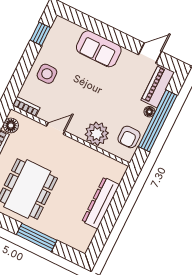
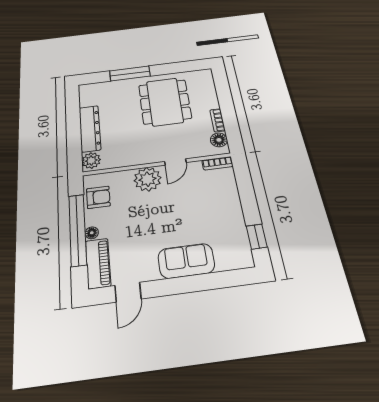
side table: (47, 74) -> (221, 204), removed
plant: (97, 134) -> (148, 179), moved
armchair: (129, 137) -> (98, 197), turned 90
plant: (116, 172) -> (91, 161), added

